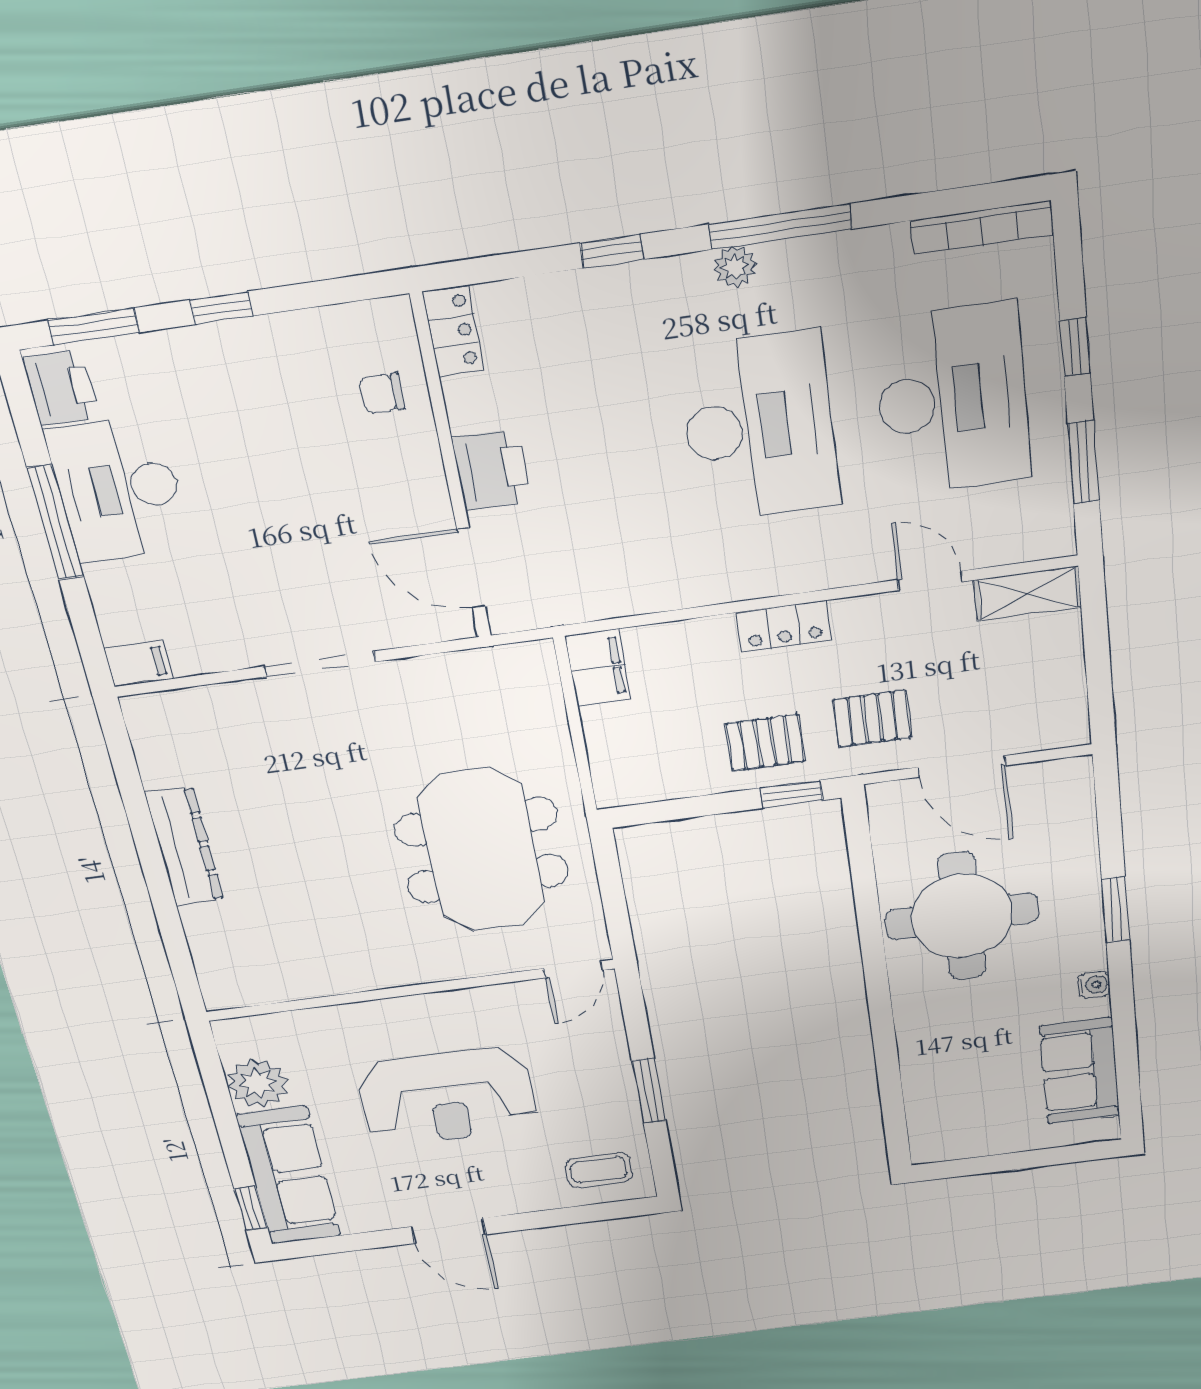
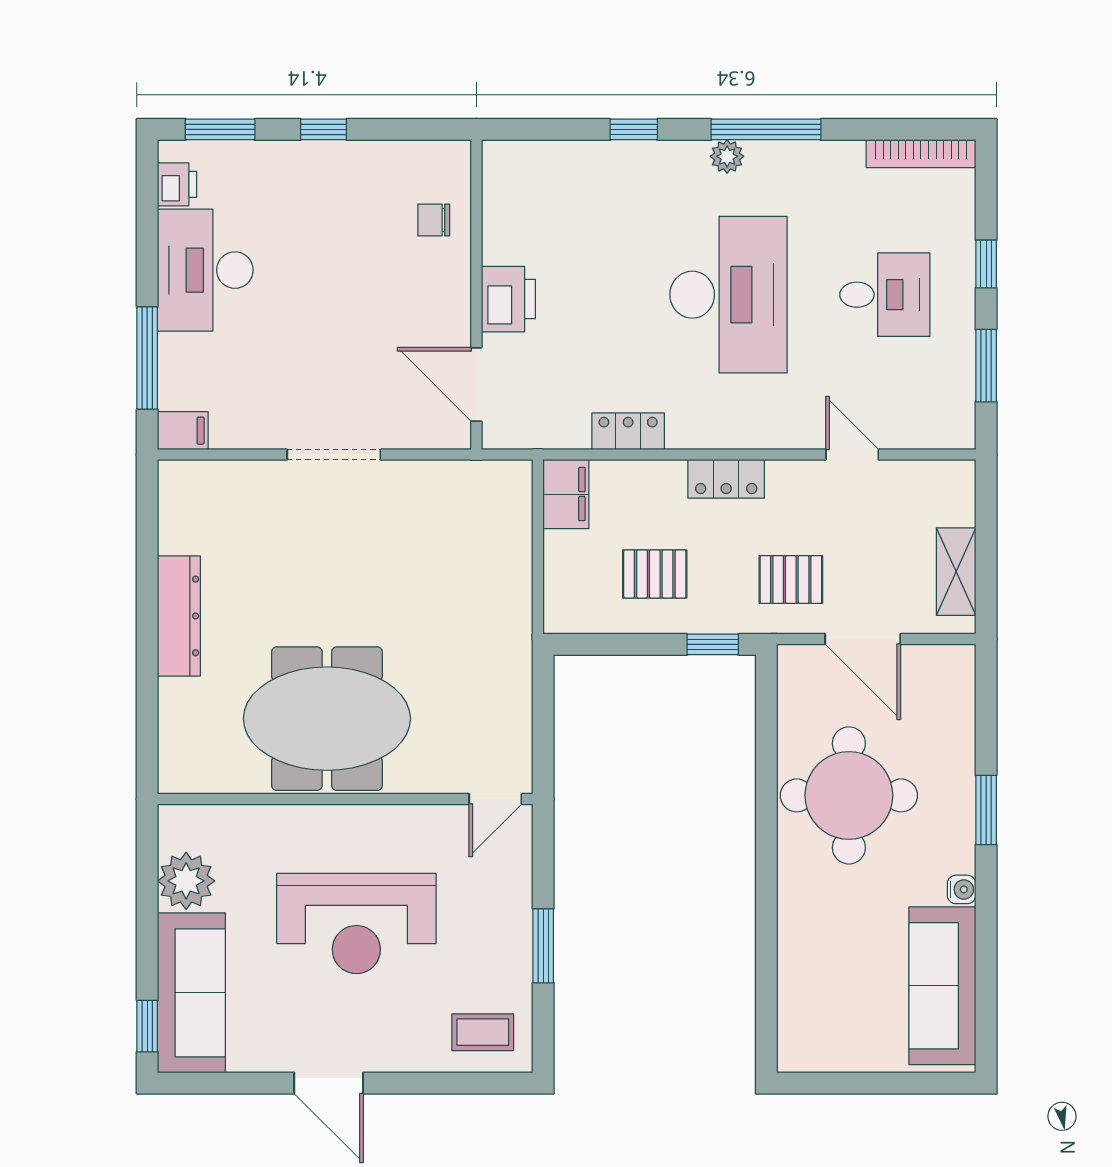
locker: (453, 331) -> (628, 431), moved, turned -90
printer: (61, 388) -> (177, 184), width x0.73, depth x0.81
desk: (952, 400) -> (885, 295), width x0.53, depth x0.77
window: (55, 522) -> (147, 358), moved
shelving: (1028, 594) -> (956, 572), moved, turned 90
pallet: (765, 743) -> (655, 574), moved
meeting table: (482, 851) -> (327, 719), moved, turned 90
sofa: (1080, 1071) -> (942, 986), width x1.36

